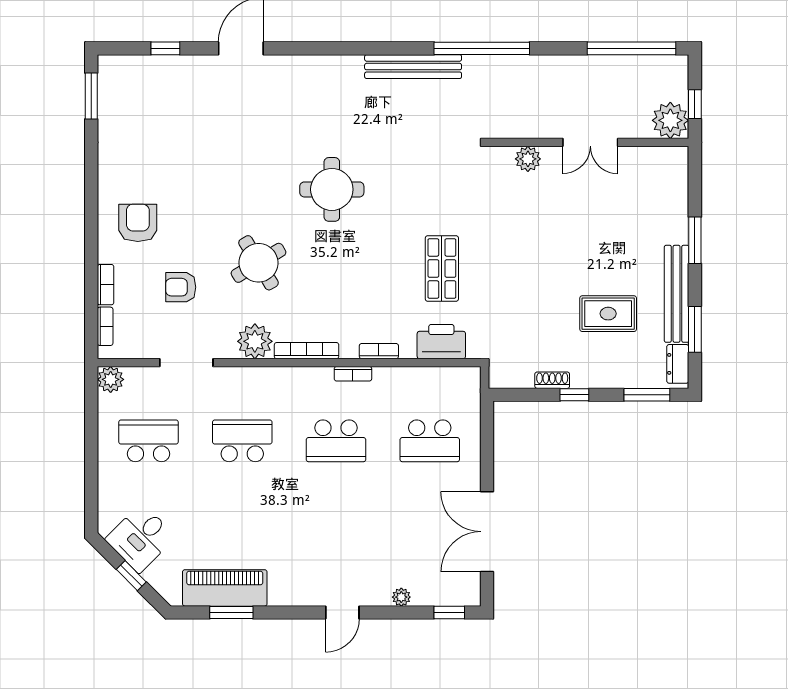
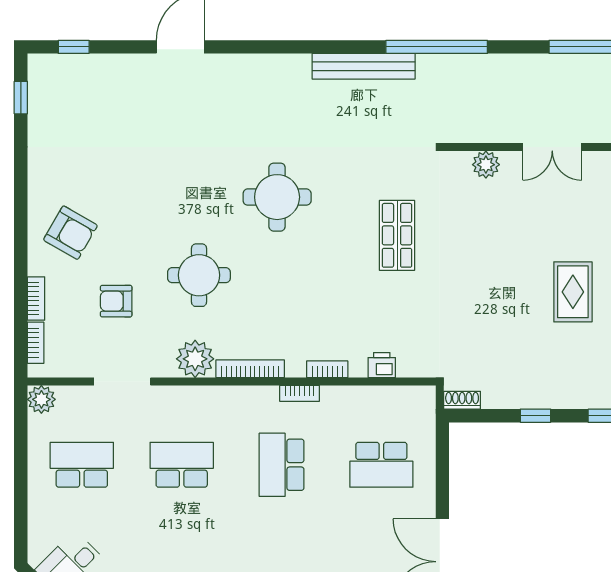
window: (165, 48) -> (74, 47), moved
window: (91, 96) -> (21, 98), width x0.67
armchair: (138, 223) -> (70, 233), turned 120
round table: (259, 263) -> (199, 275), turned 31
shop shelf: (442, 269) -> (397, 235), moved
rug: (608, 314) -> (573, 292), moved, turned 90
printer: (441, 342) -> (382, 365), width x0.53, depth x0.68
shoe rack: (552, 380) -> (462, 400), moved
school desk: (336, 441) -> (282, 465), turned 90

